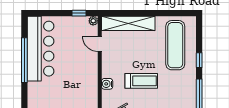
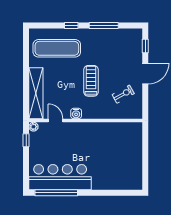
door: (100, 44) -> (55, 121), swing flipped
window: (24, 60) -> (56, 193), moved
water cooler: (107, 84) -> (76, 113), moved

